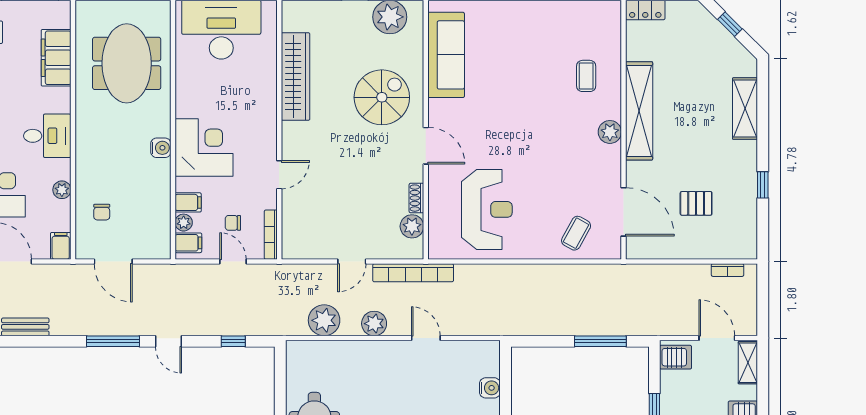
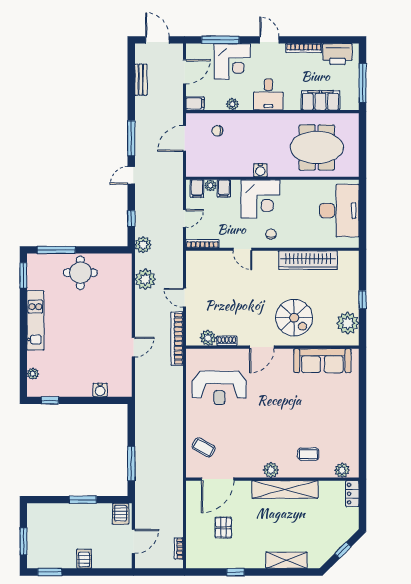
plant: (610, 25) -> (342, 470), added
chair: (233, 223) -> (271, 234), moved
plant: (374, 324) -> (143, 245), moved
shelving: (748, 363) -> (117, 562), removed

